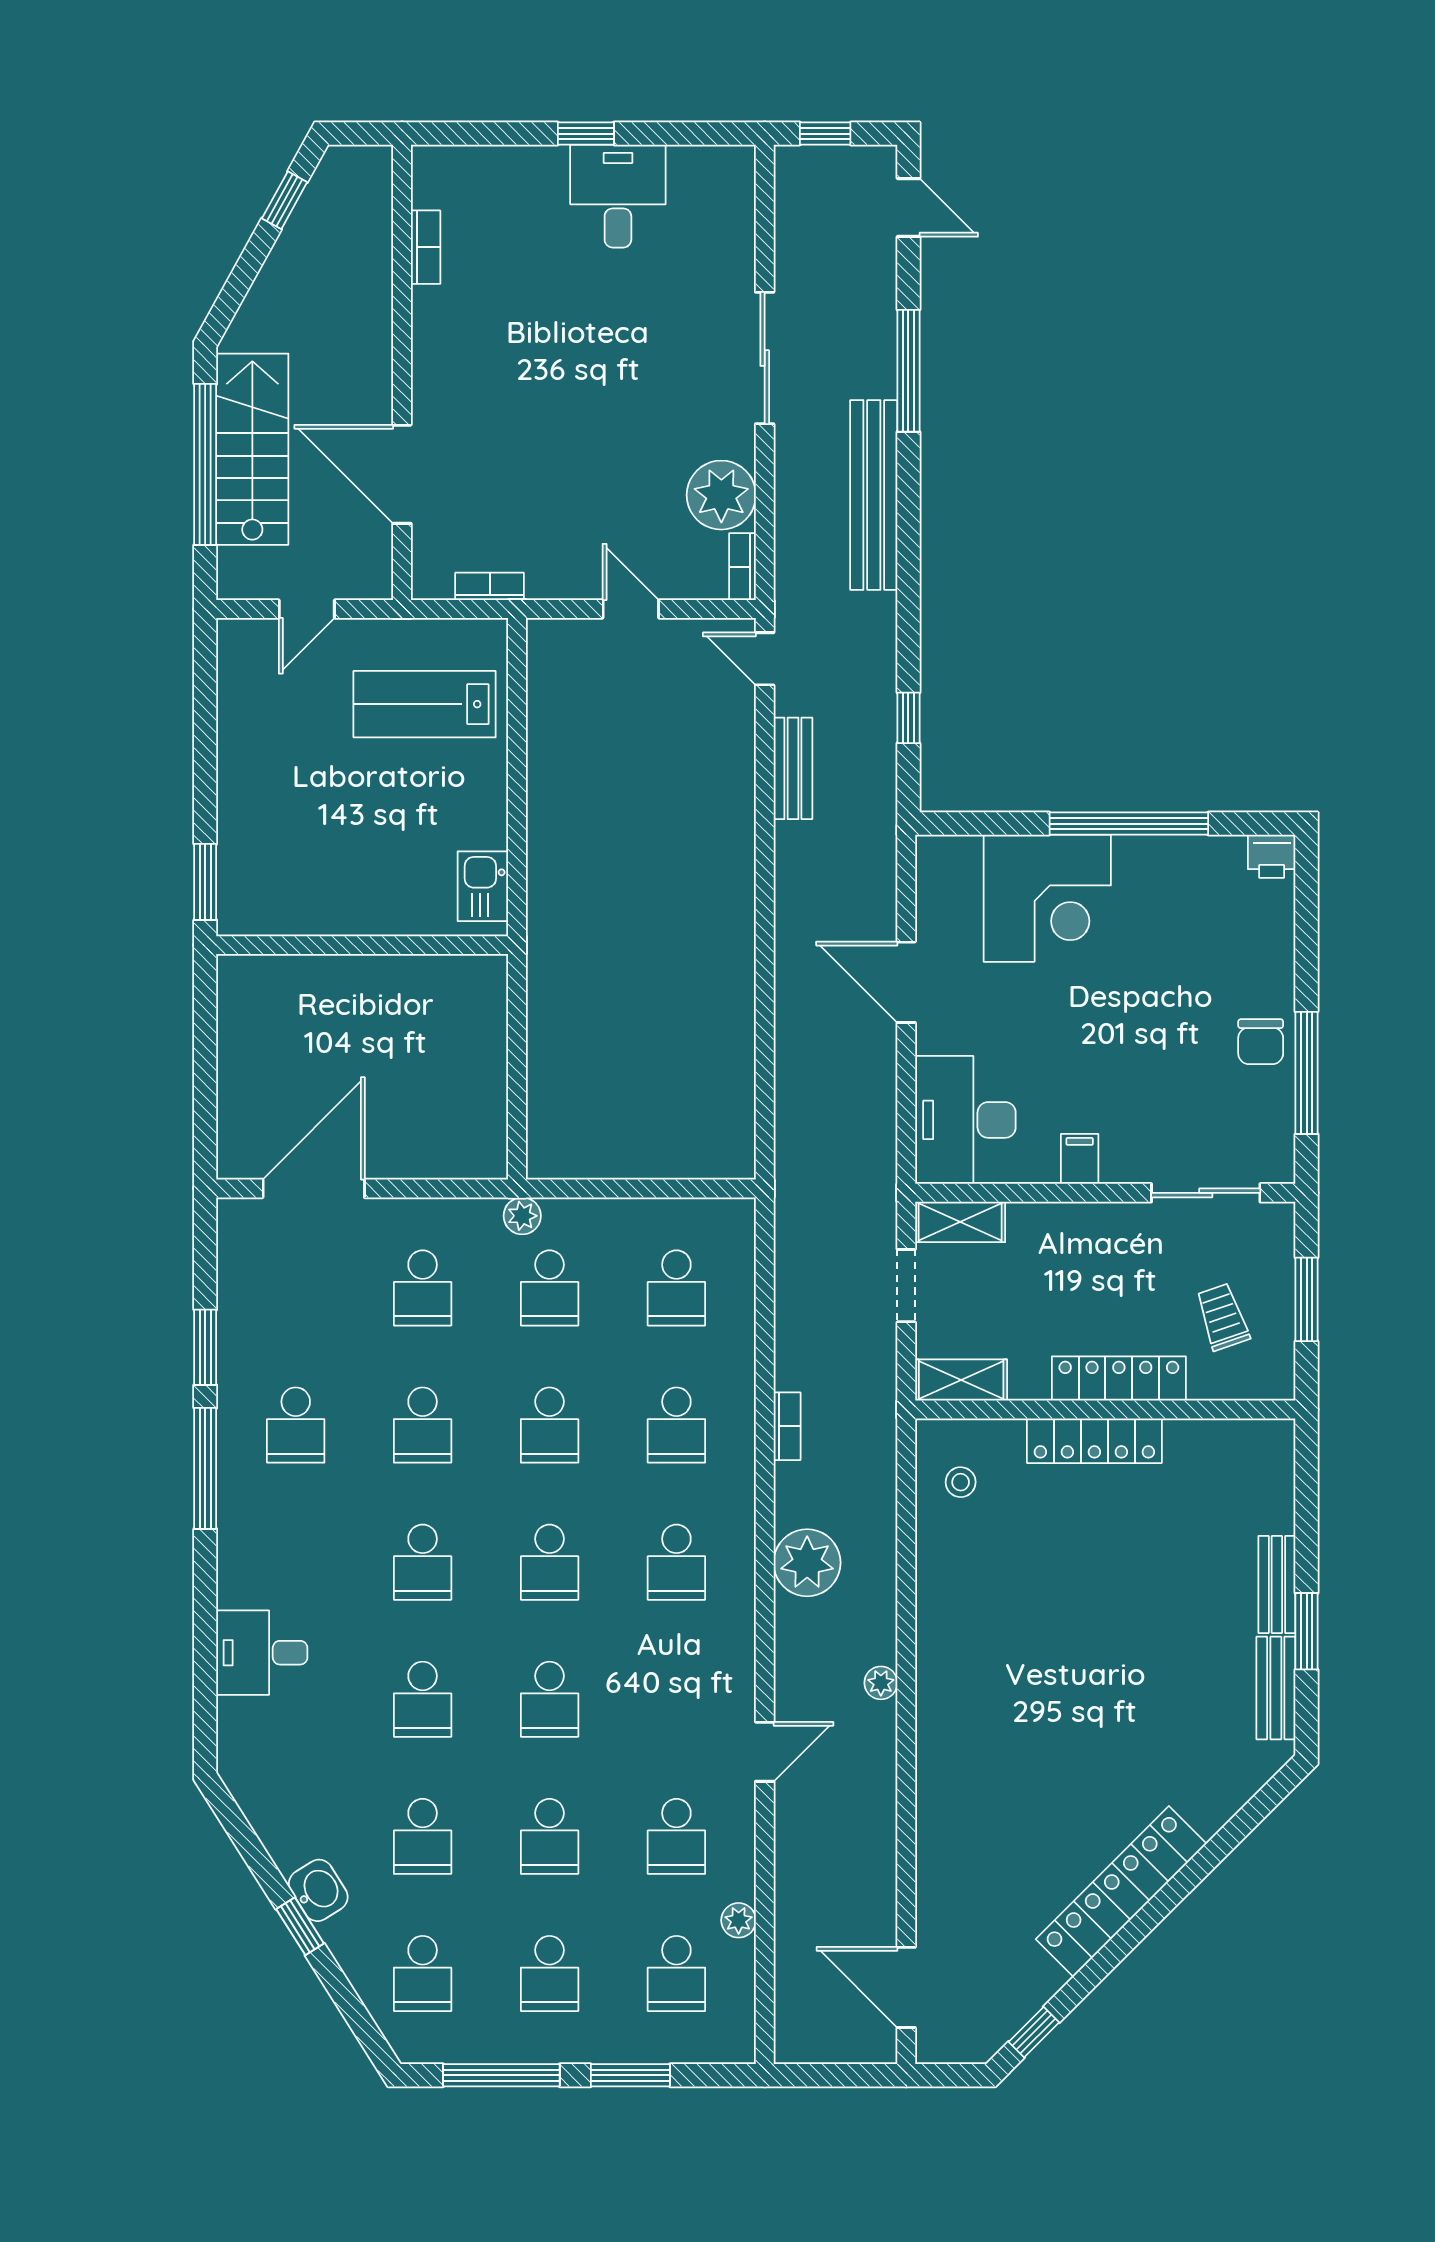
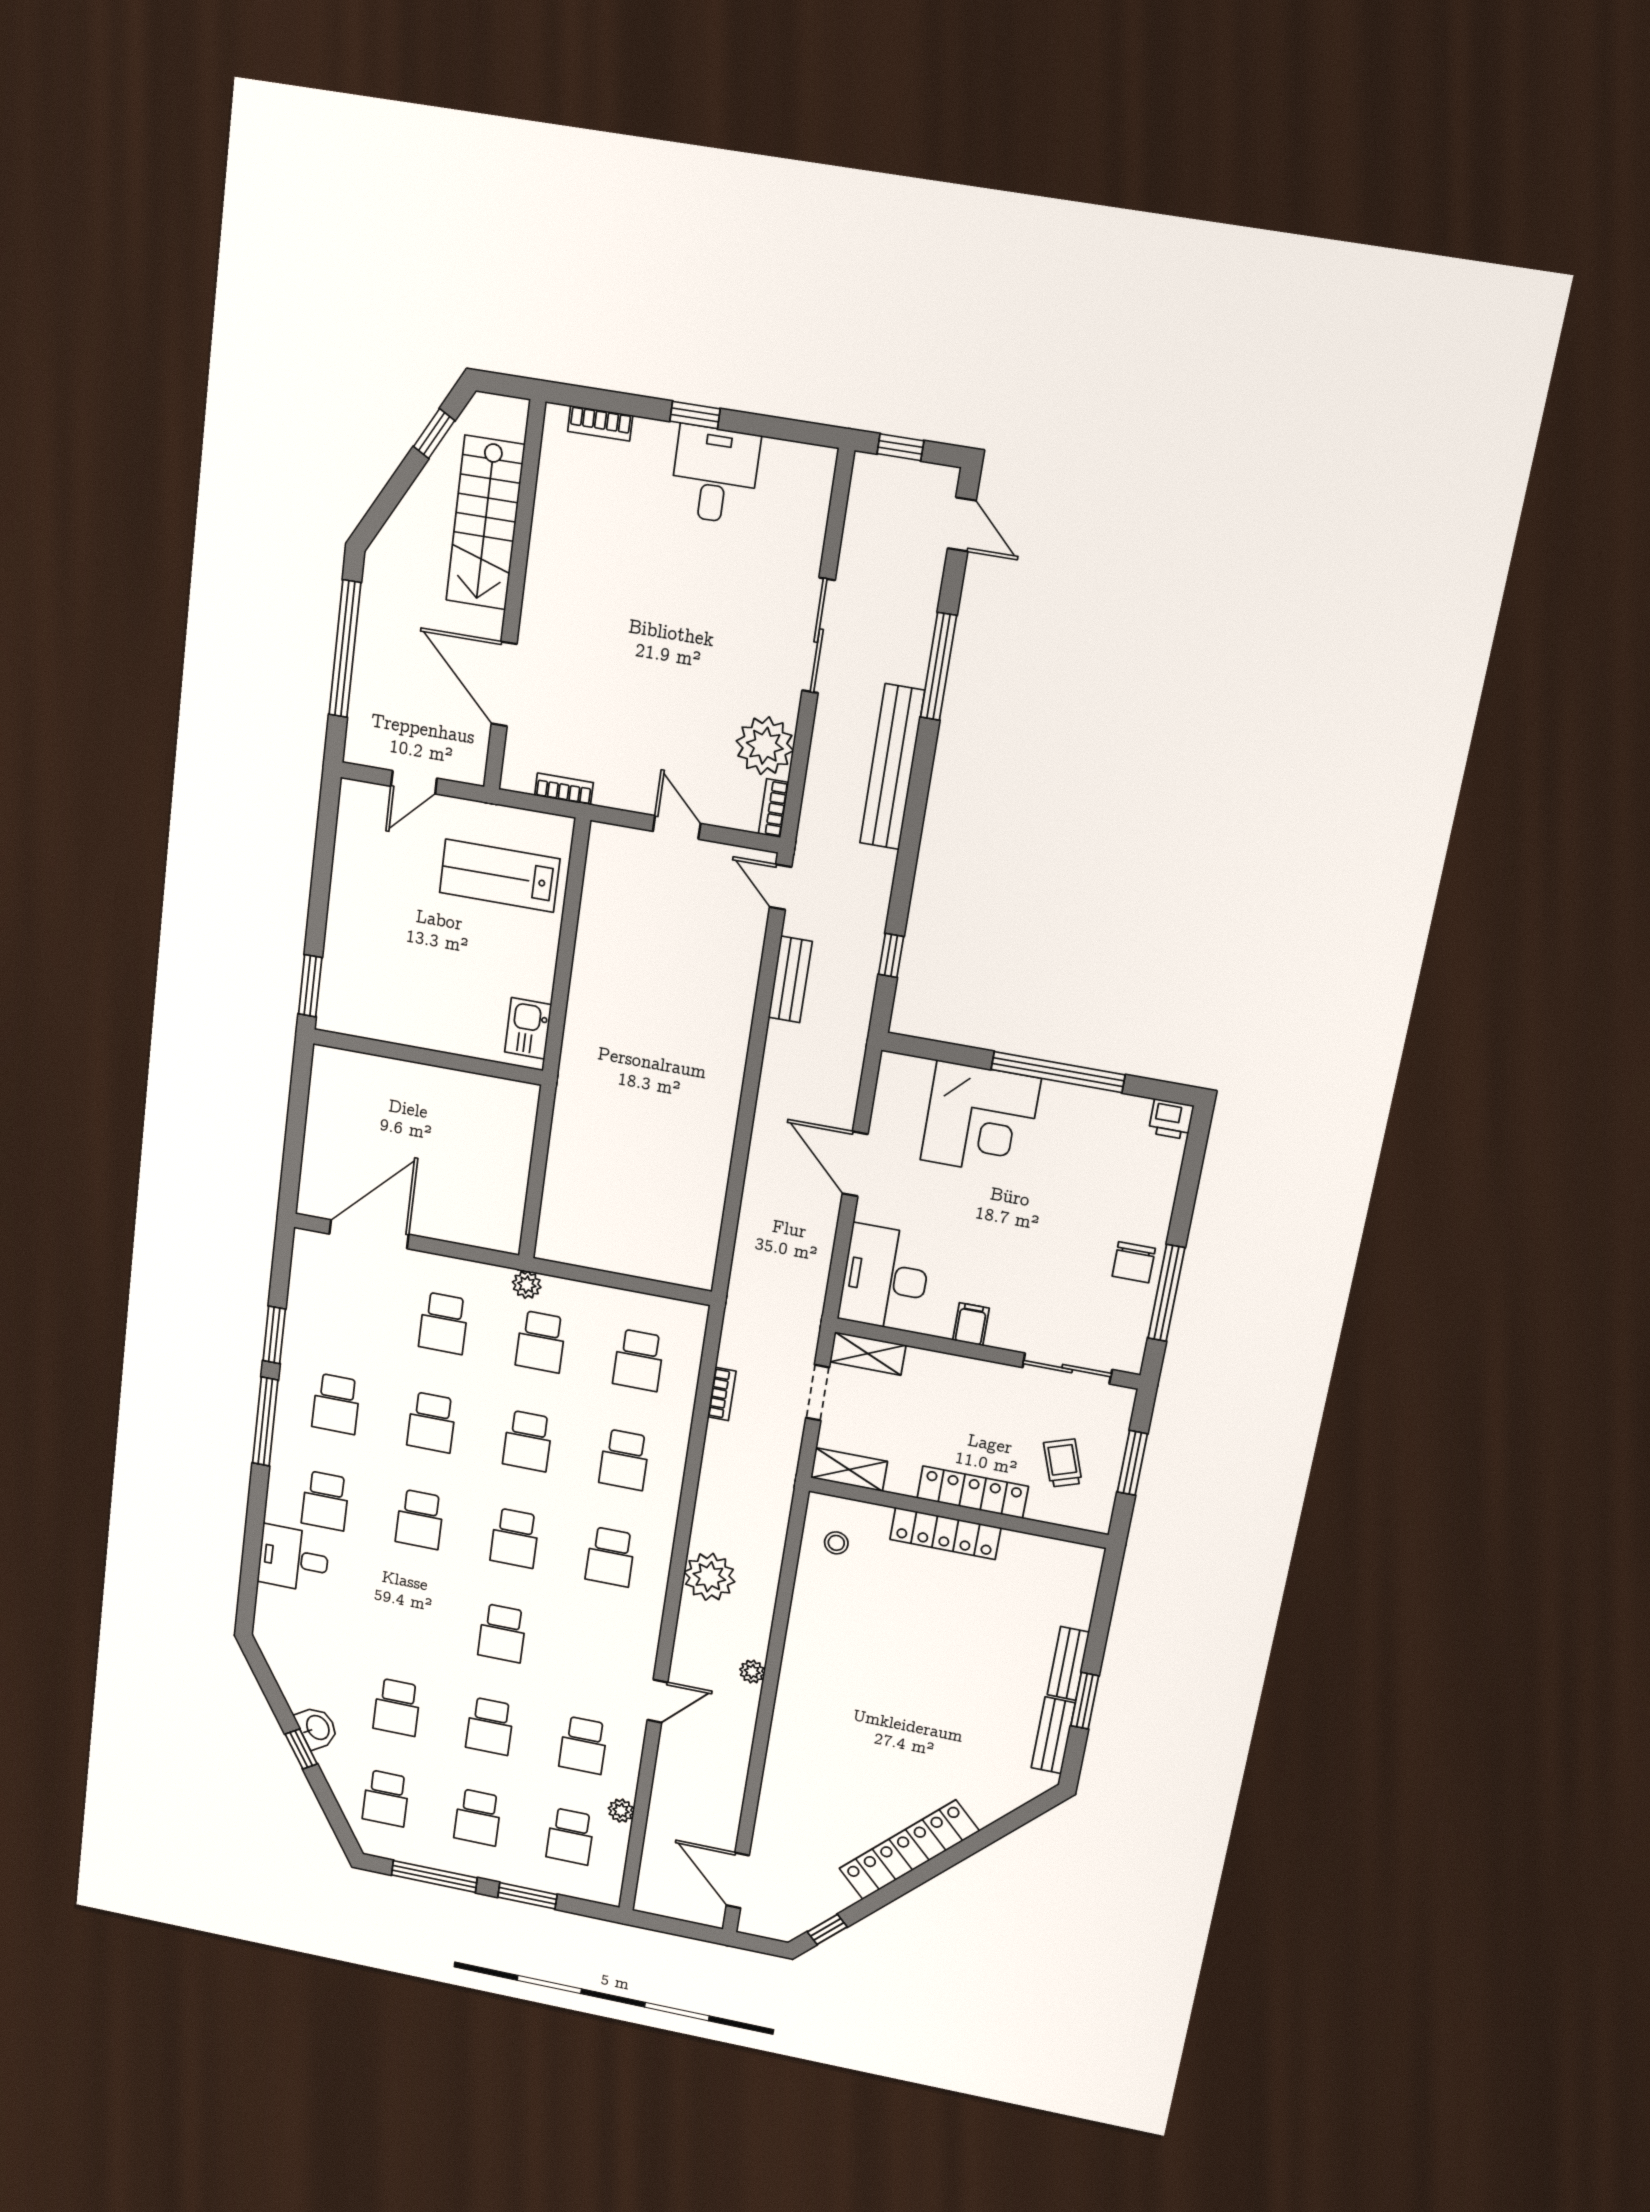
bookcase: (426, 247) -> (600, 423), moved, turned 90
stairs: (252, 449) -> (485, 523), moved, turned 180
bookcase: (787, 1426) -> (722, 1394), moved
school desk: (423, 1699) -> (325, 1501), moved

